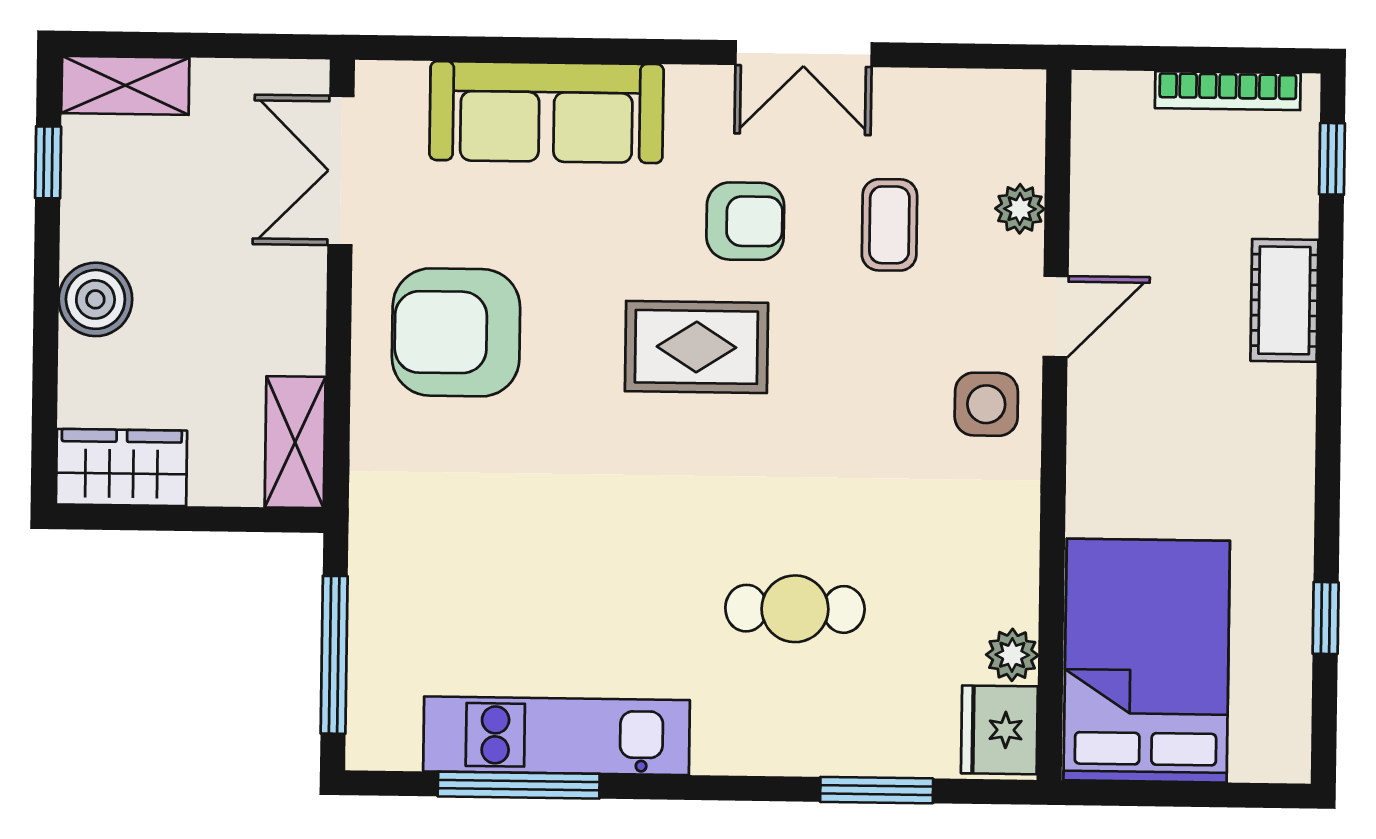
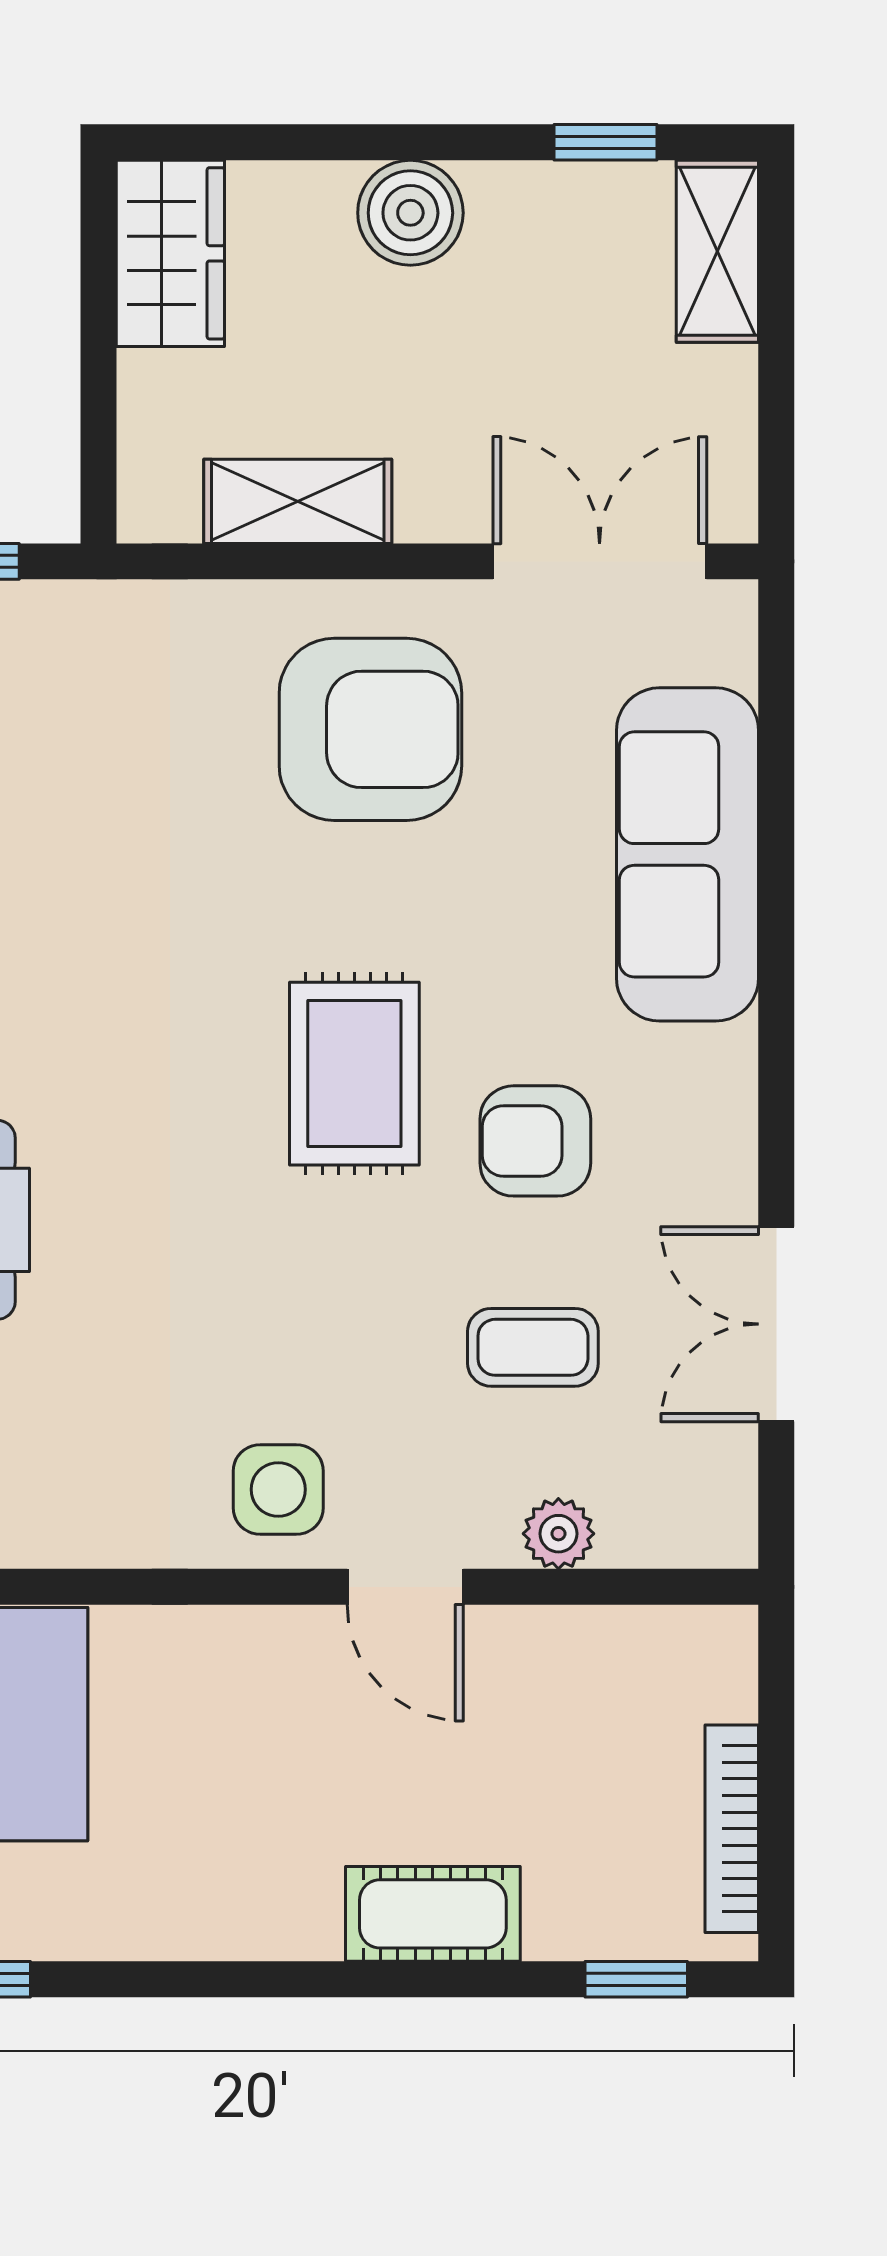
double door: (804, 54) -> (776, 1324), moved
armchair: (745, 221) -> (535, 1141), turned 90
armchair: (456, 332) -> (370, 729), turned 90
shelving: (295, 442) -> (298, 501), moved

